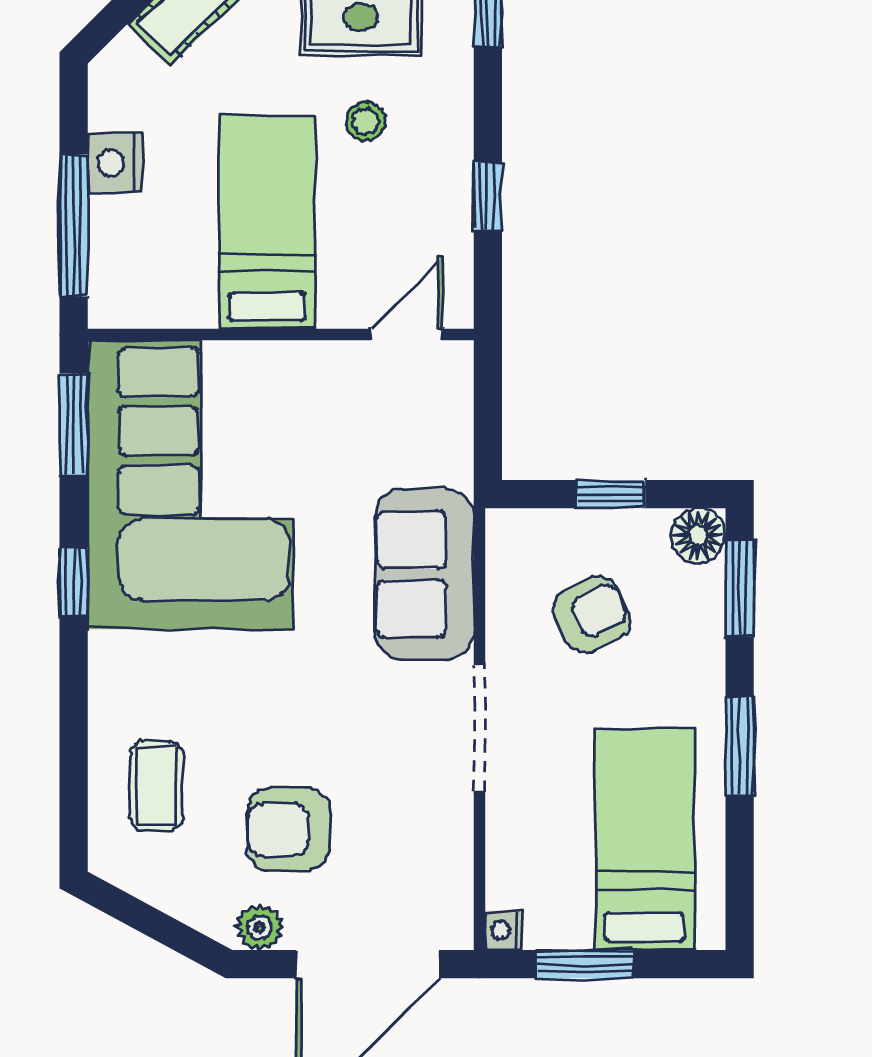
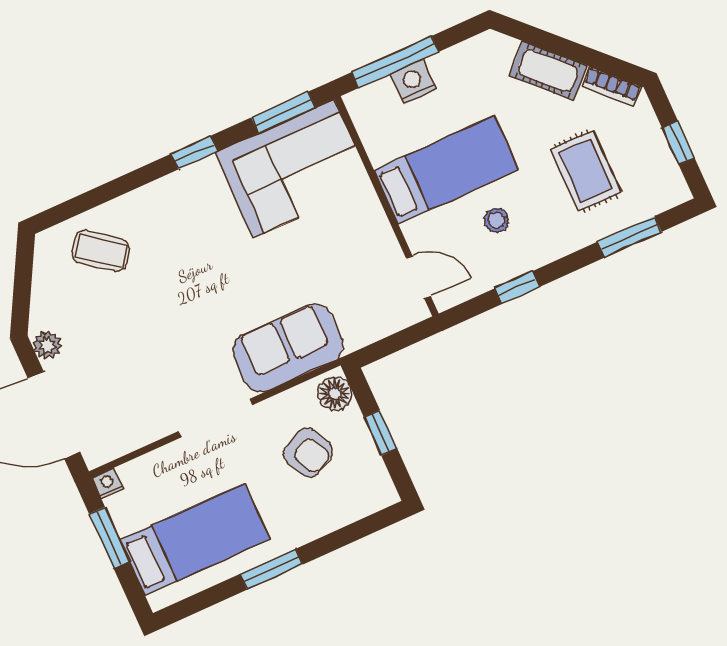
stool: (365, 121) -> (496, 220), moved
nightstand: (115, 163) -> (413, 82), moved
corner sofa: (191, 485) -> (294, 169), width x0.73, depth x0.74
floor lamp: (698, 535) -> (335, 394), moved
window: (740, 588) -> (360, 529), removed
coffee table: (156, 786) -> (101, 251), turned 38
armchair: (288, 830) -> (110, 336), removed

